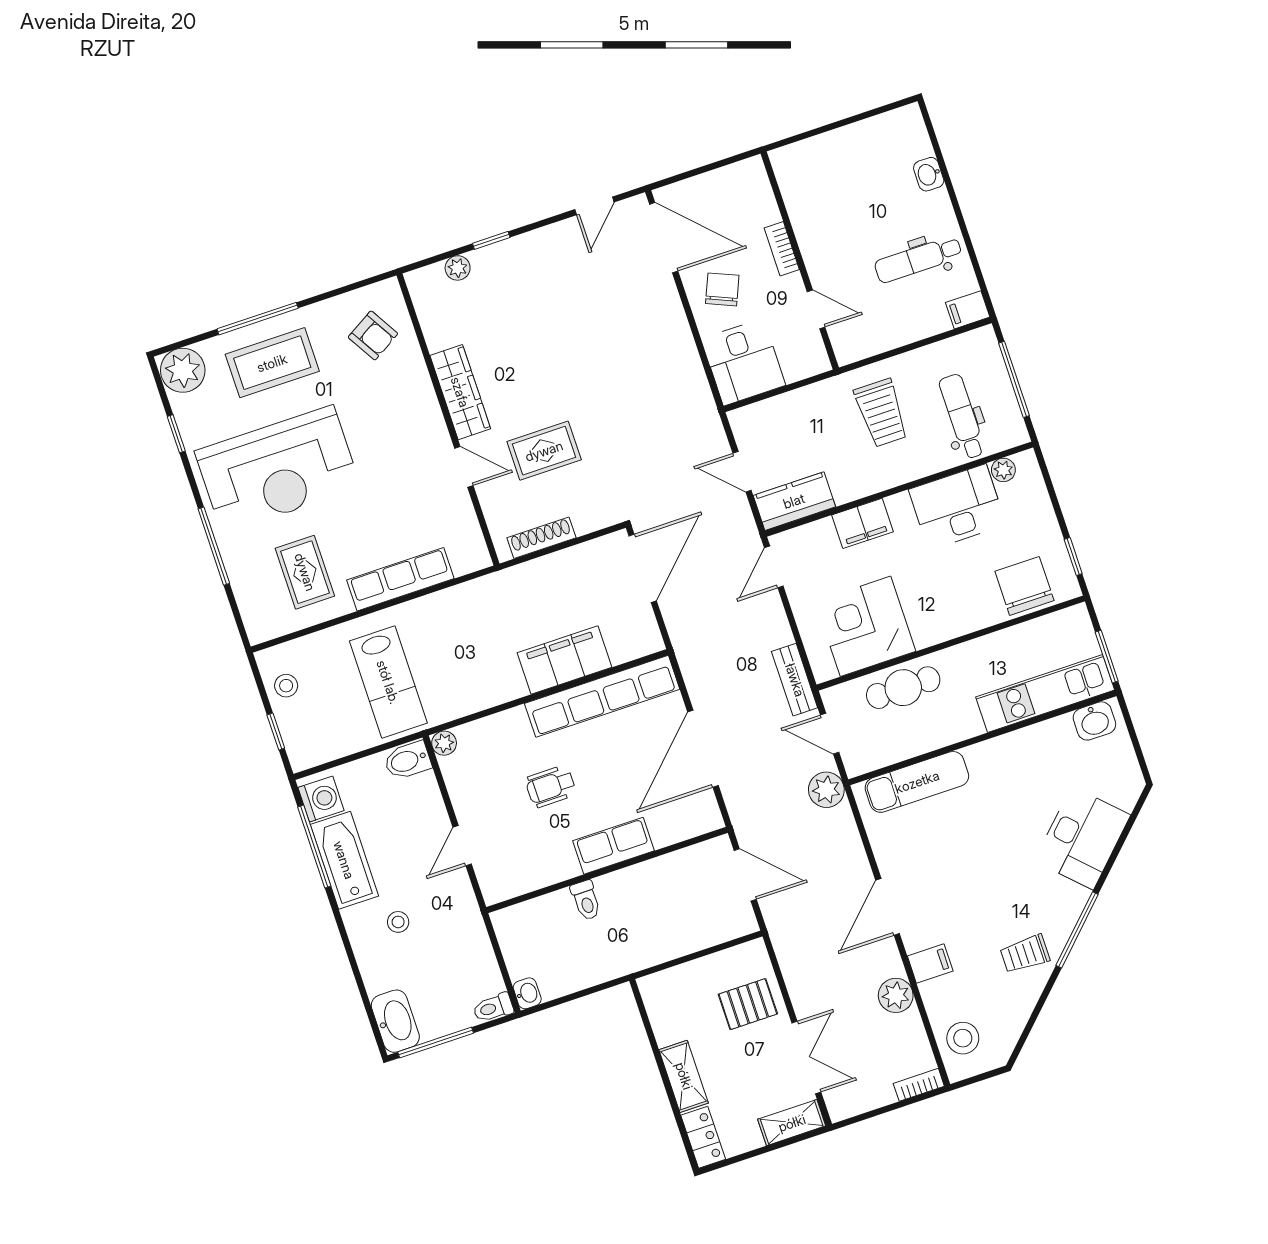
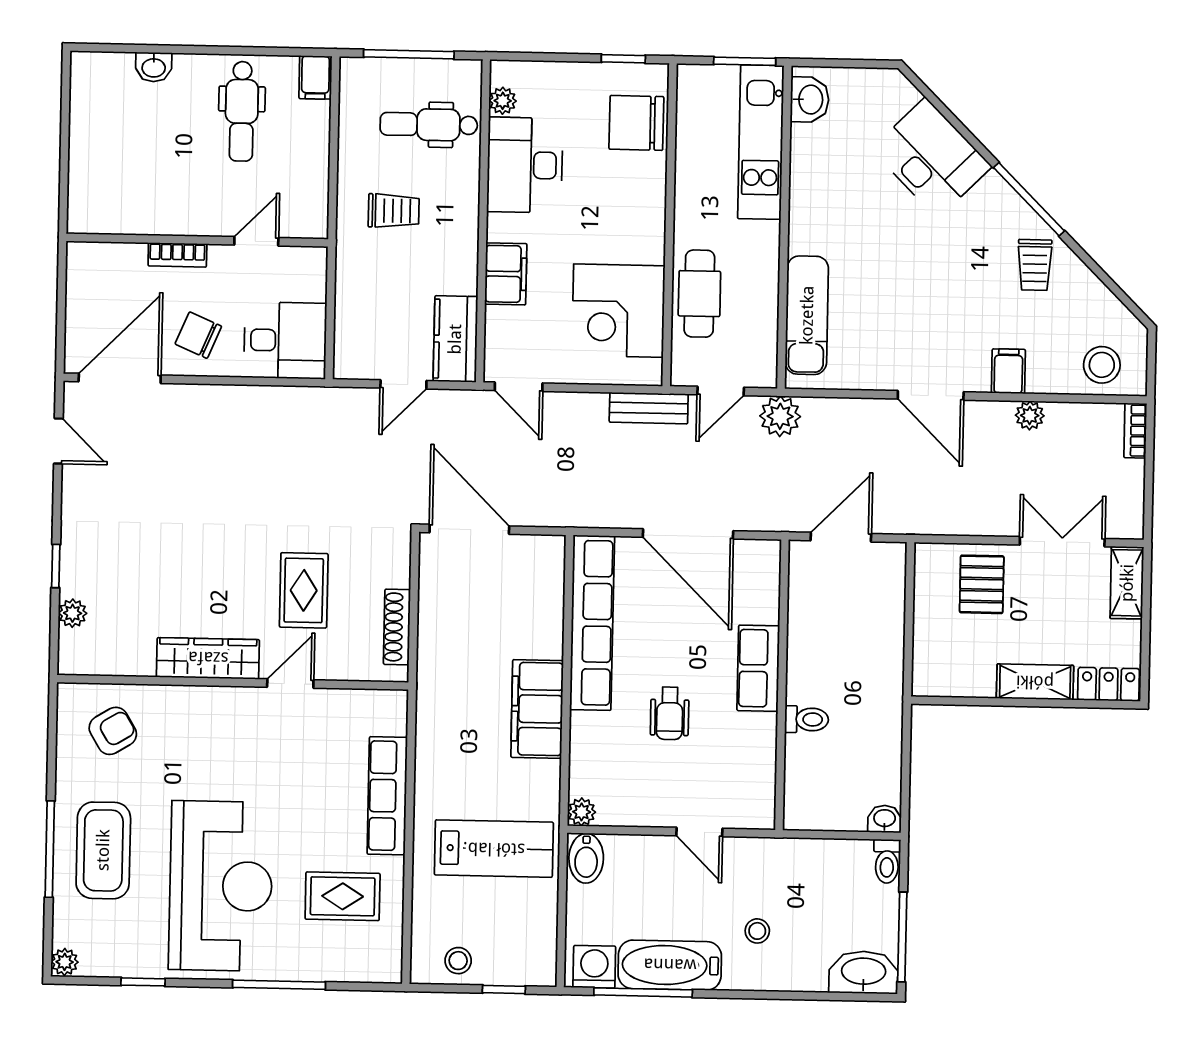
plant: (183, 370) -> (65, 962), width x0.53, depth x0.53
trolley: (881, 413) -> (394, 211), width x0.73, depth x0.72
filing cabinet: (564, 660) -> (537, 709), moved
plant: (896, 995) -> (1030, 415), width x0.73, depth x0.73

